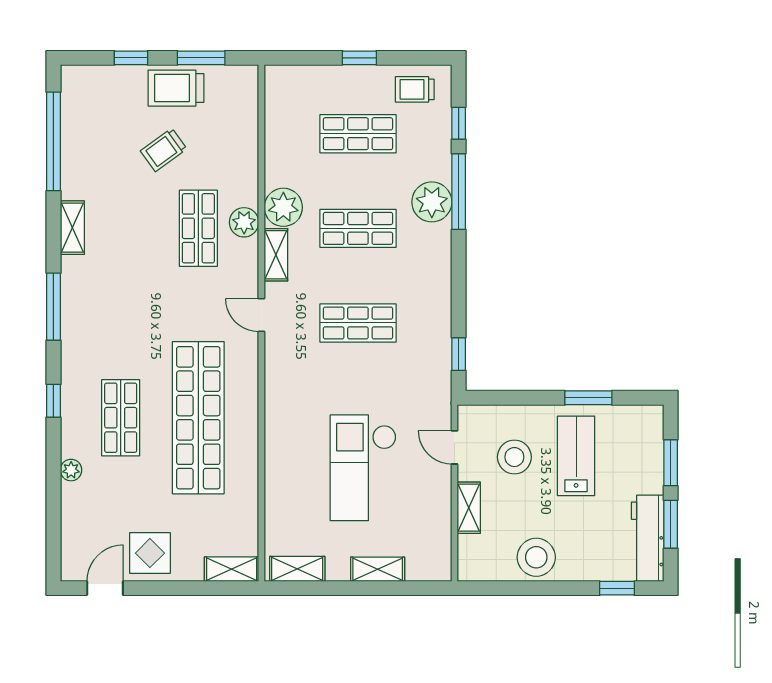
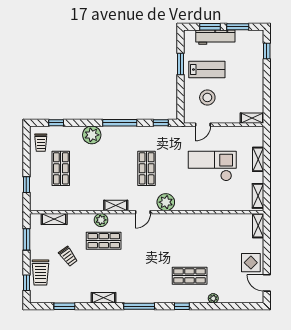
window: (131, 58) -> (26, 283), moved
window: (359, 58) -> (26, 185), moved
trolley: (176, 88) -> (40, 273), moved
shelving: (246, 119) -> (54, 219), added
window: (53, 141) -> (64, 306), width x0.47
window: (459, 192) -> (120, 123), moved
plant: (283, 207) -> (166, 202), moved
shop shelf: (358, 228) -> (104, 168), removed
shop shelf: (198, 418) -> (190, 241), removed
lab bench: (576, 456) -> (207, 70), turned 180
checkout: (363, 468) -> (212, 166), turned 180
shelving: (469, 508) -> (252, 118), moved
workbench: (648, 538) -> (215, 37), moved
stool: (536, 557) -> (253, 88), removed

